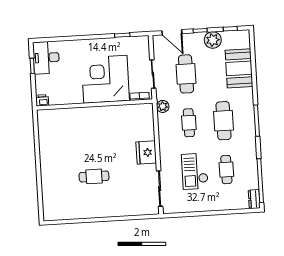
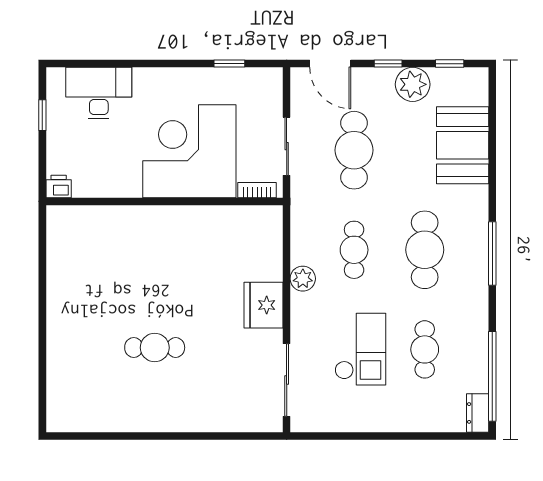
desk: (46, 58) -> (99, 93), moved, turned 90
plant: (163, 106) -> (303, 279), moved
checkout: (195, 171) -> (360, 349), turned 180

